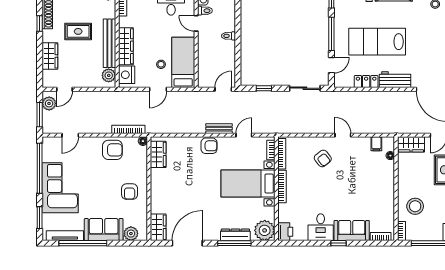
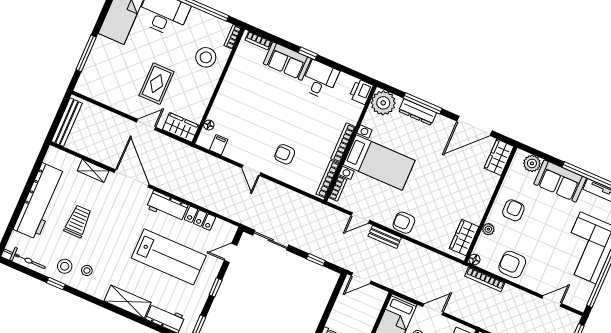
window: (331, 34) -> (216, 287), width x0.46
armchair: (323, 158) -> (285, 154), turned -52
plant: (142, 169) -> (488, 229), added

